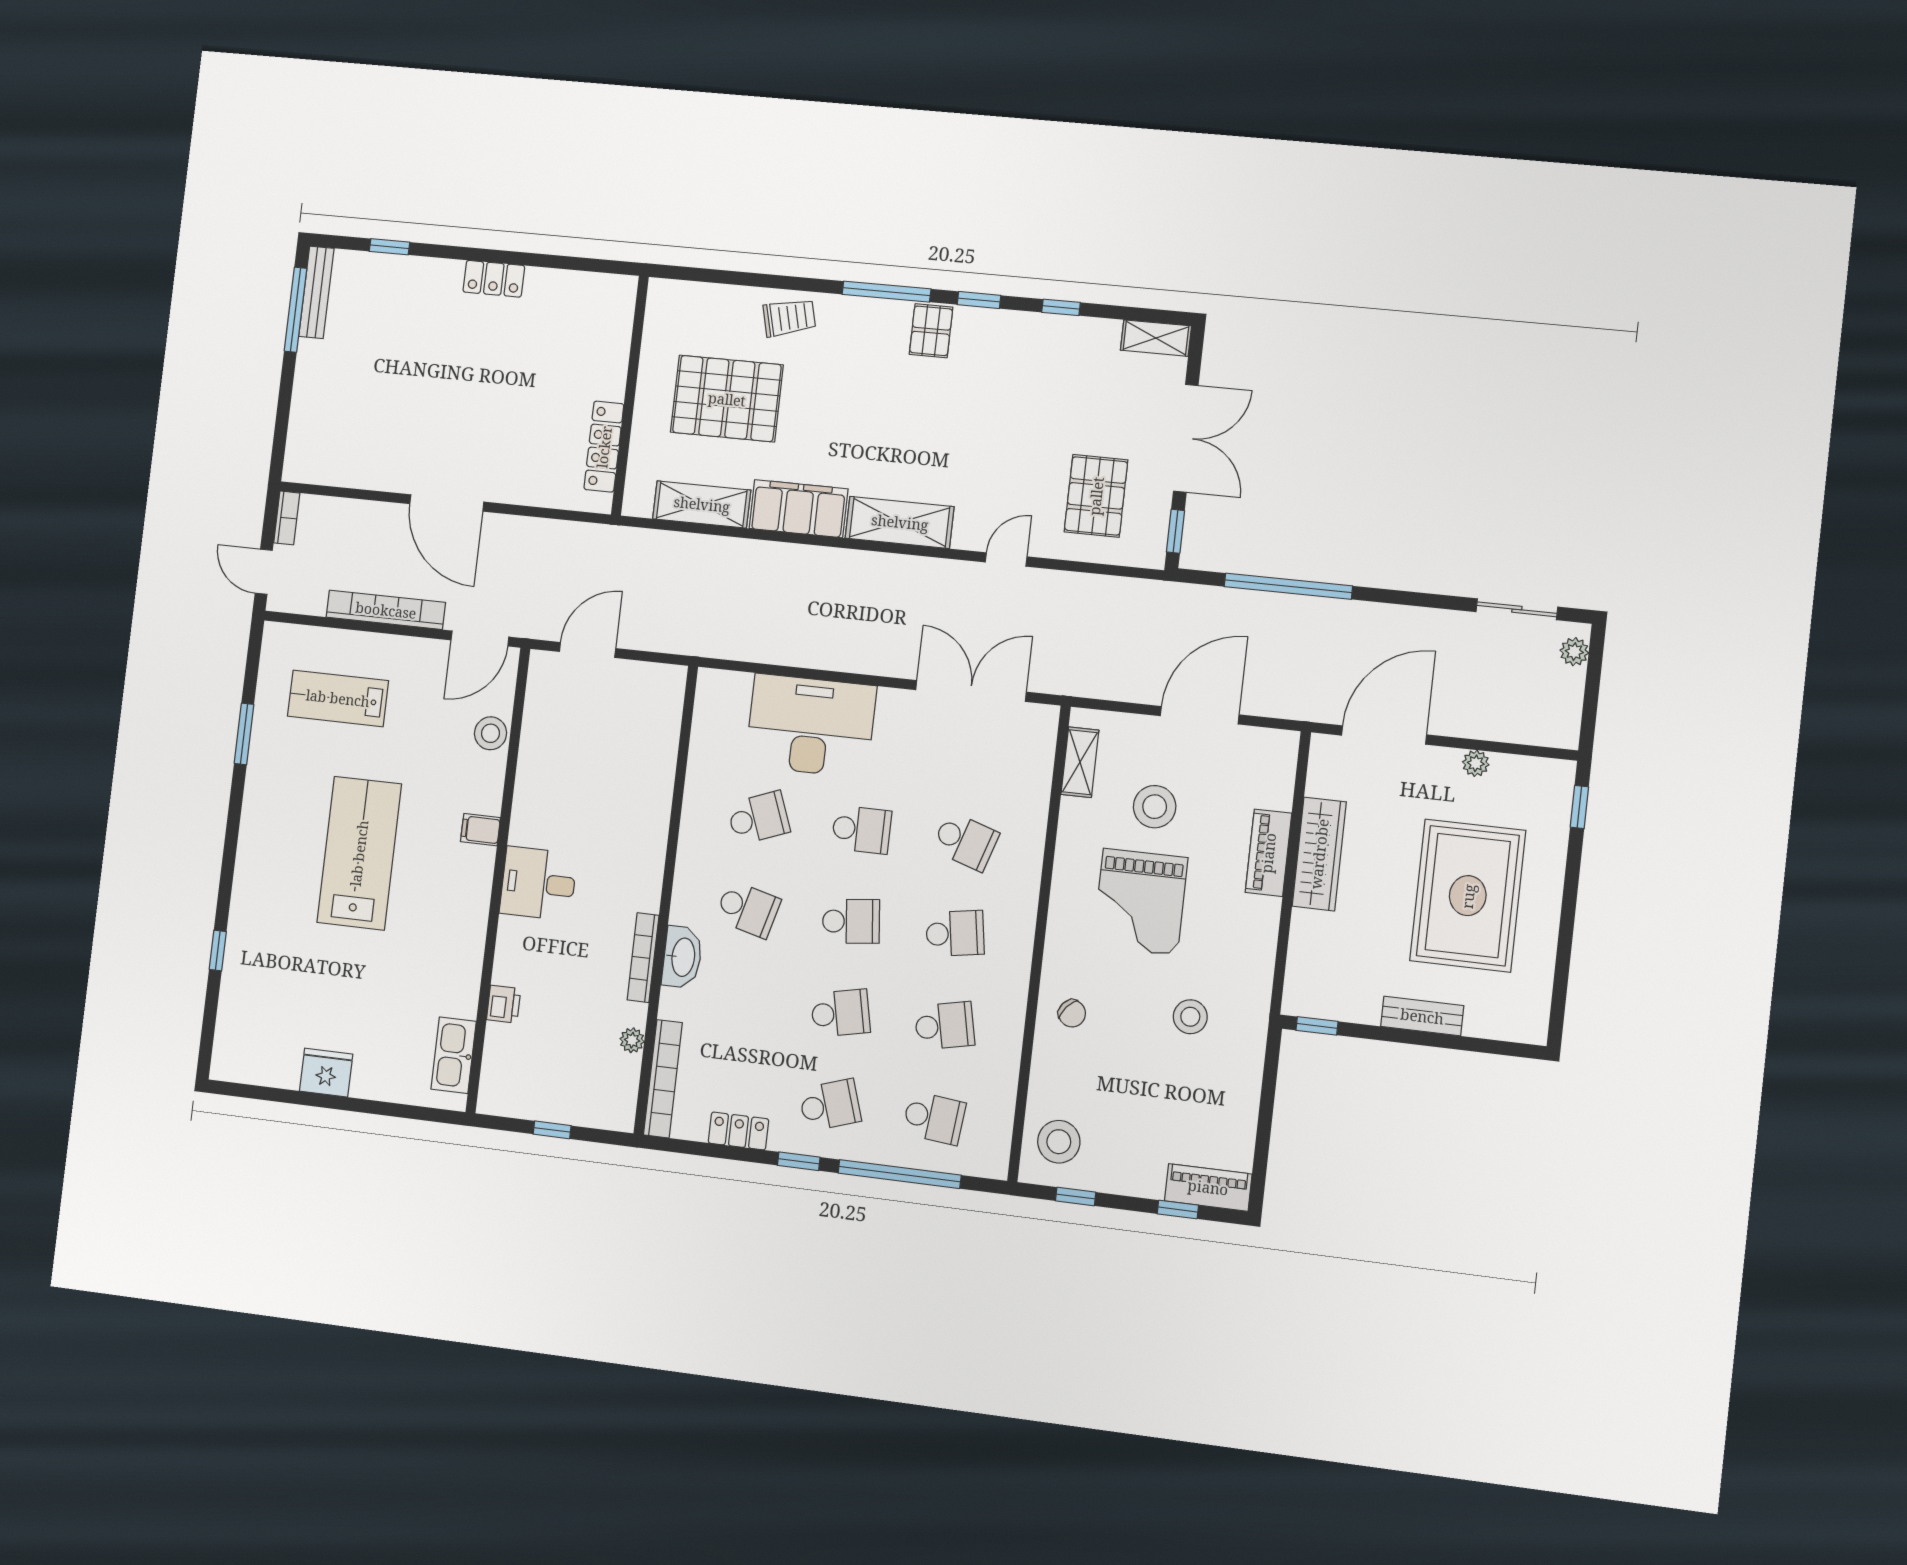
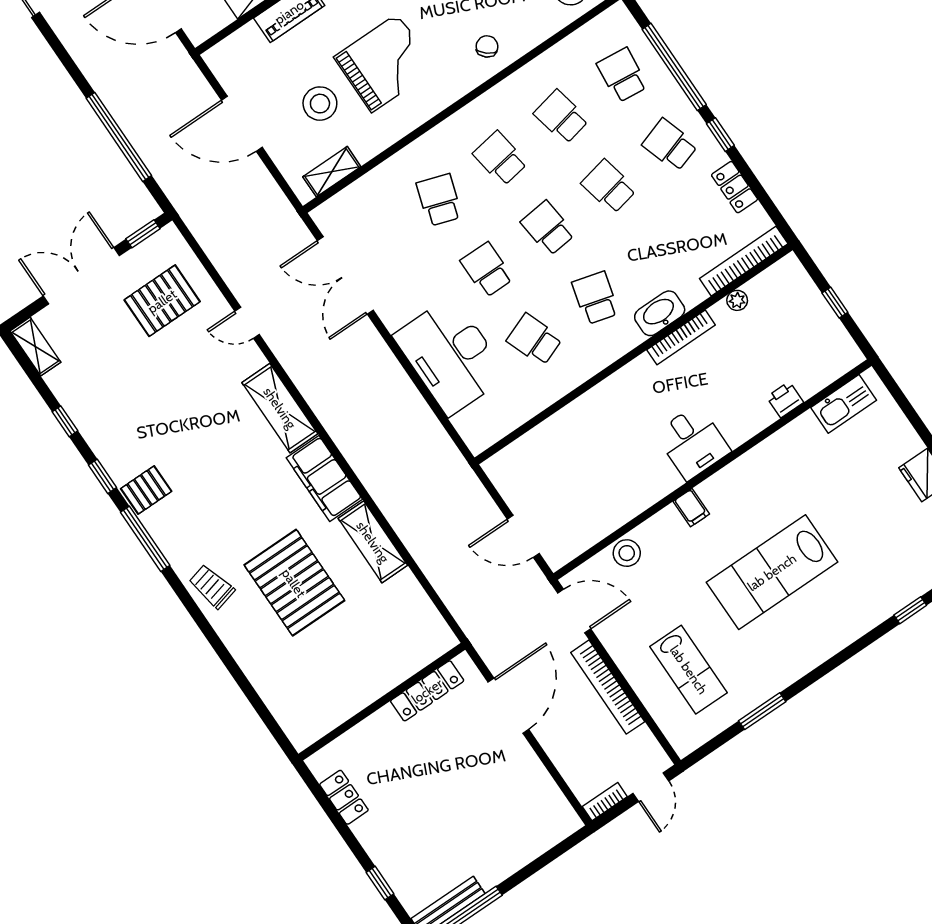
wall: (630, 396) -> (382, 702), moved
locker: (604, 447) -> (427, 691), moved

